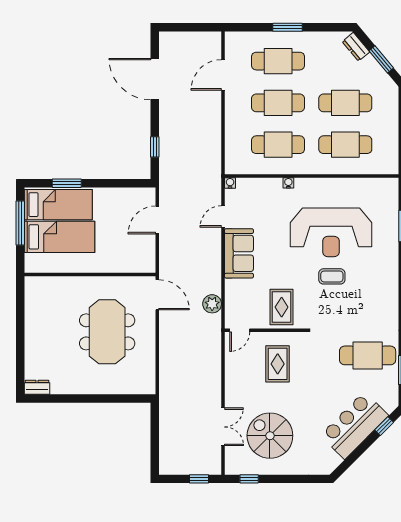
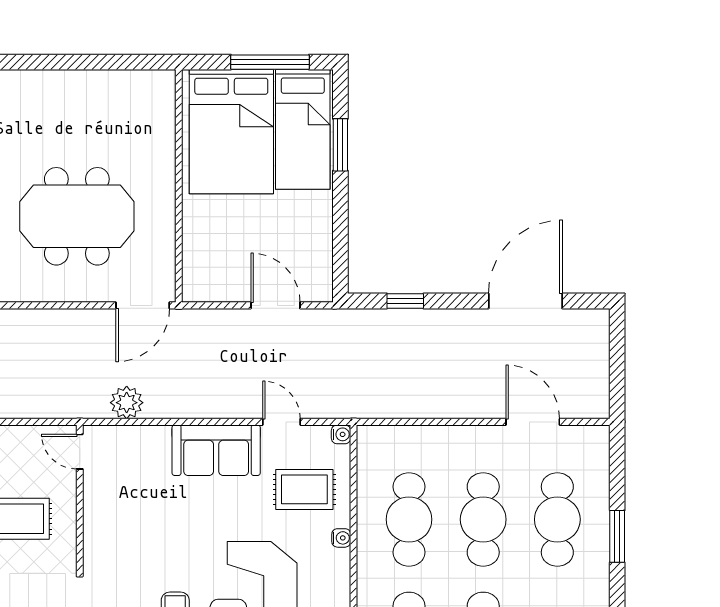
bed: (59, 237) -> (231, 132), width x1.50
rug: (282, 307) -> (304, 489), moved

